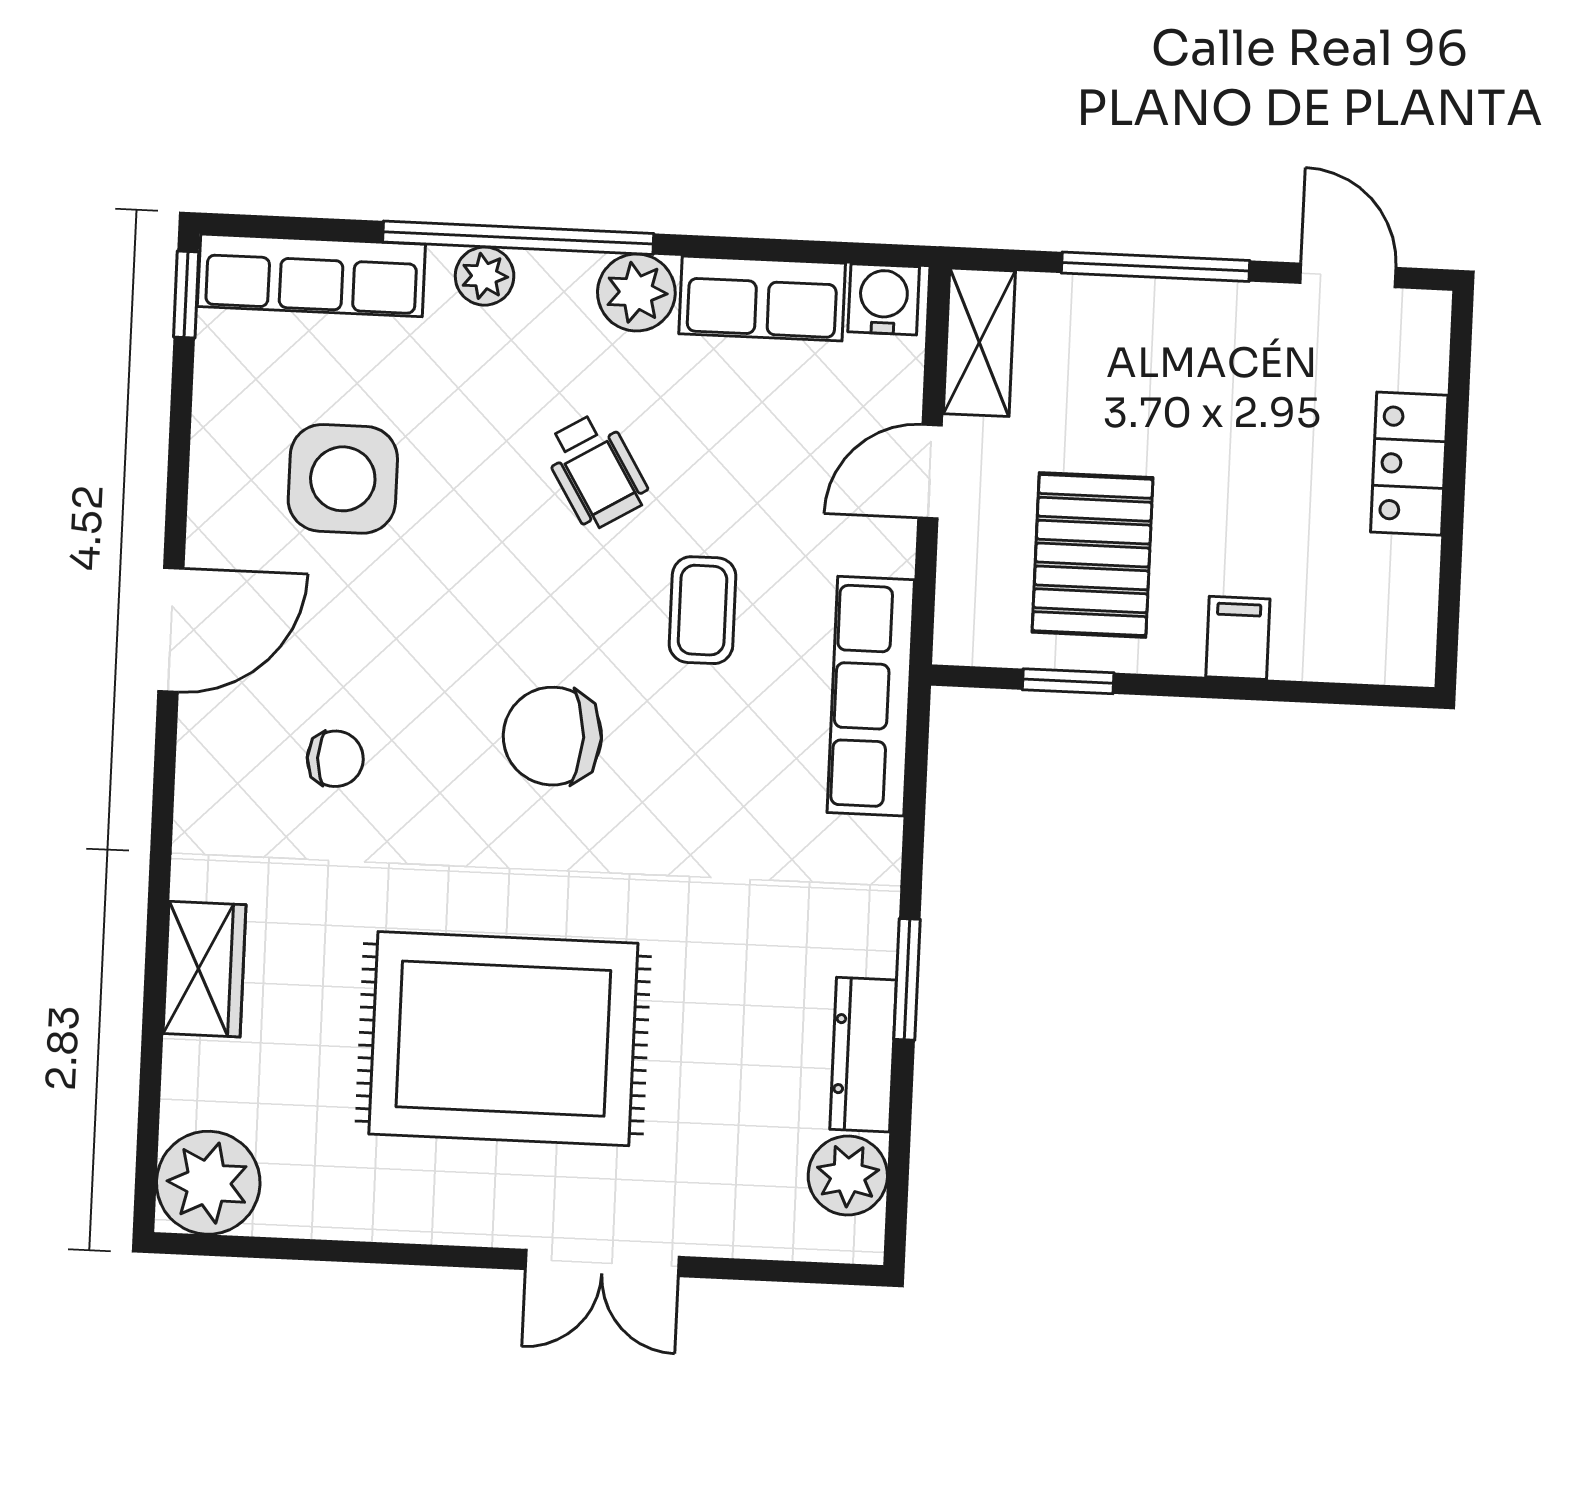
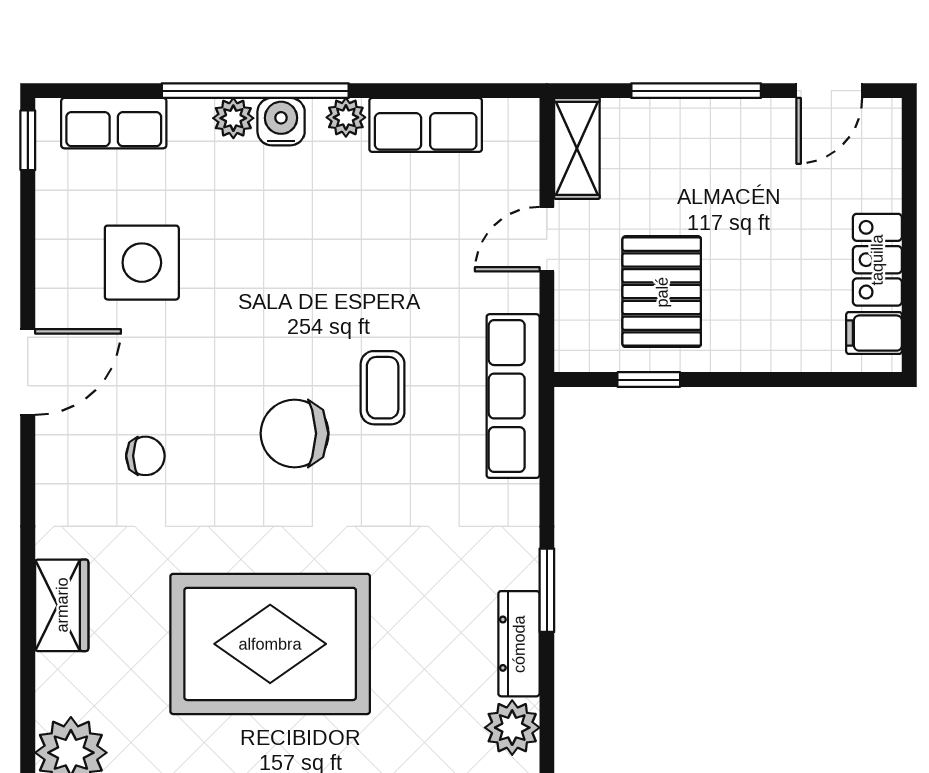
row of seats: (311, 275) -> (114, 123), width x0.68
door: (1348, 275) -> (829, 91), swing flipped
plant: (636, 293) -> (346, 117), width x0.73, depth x0.73
water cooler: (884, 299) -> (281, 122), moved
locker: (1409, 464) -> (877, 260), moved
wheelchair: (596, 471) -> (316, 249), removed
coffee table: (703, 610) -> (383, 388), moved
filing cabinet: (1238, 638) -> (874, 333), moved, turned -90

